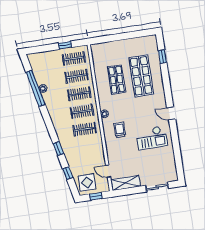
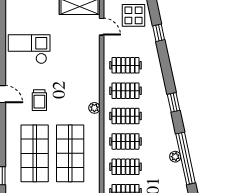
shop shelf: (116, 80) -> (70, 153), width x1.43, depth x1.36
trolley: (120, 130) -> (39, 100), moved
checkout: (152, 138) -> (29, 49), moved
clothes rail: (87, 147) -> (126, 65), added
window: (58, 148) -> (174, 102), moved

